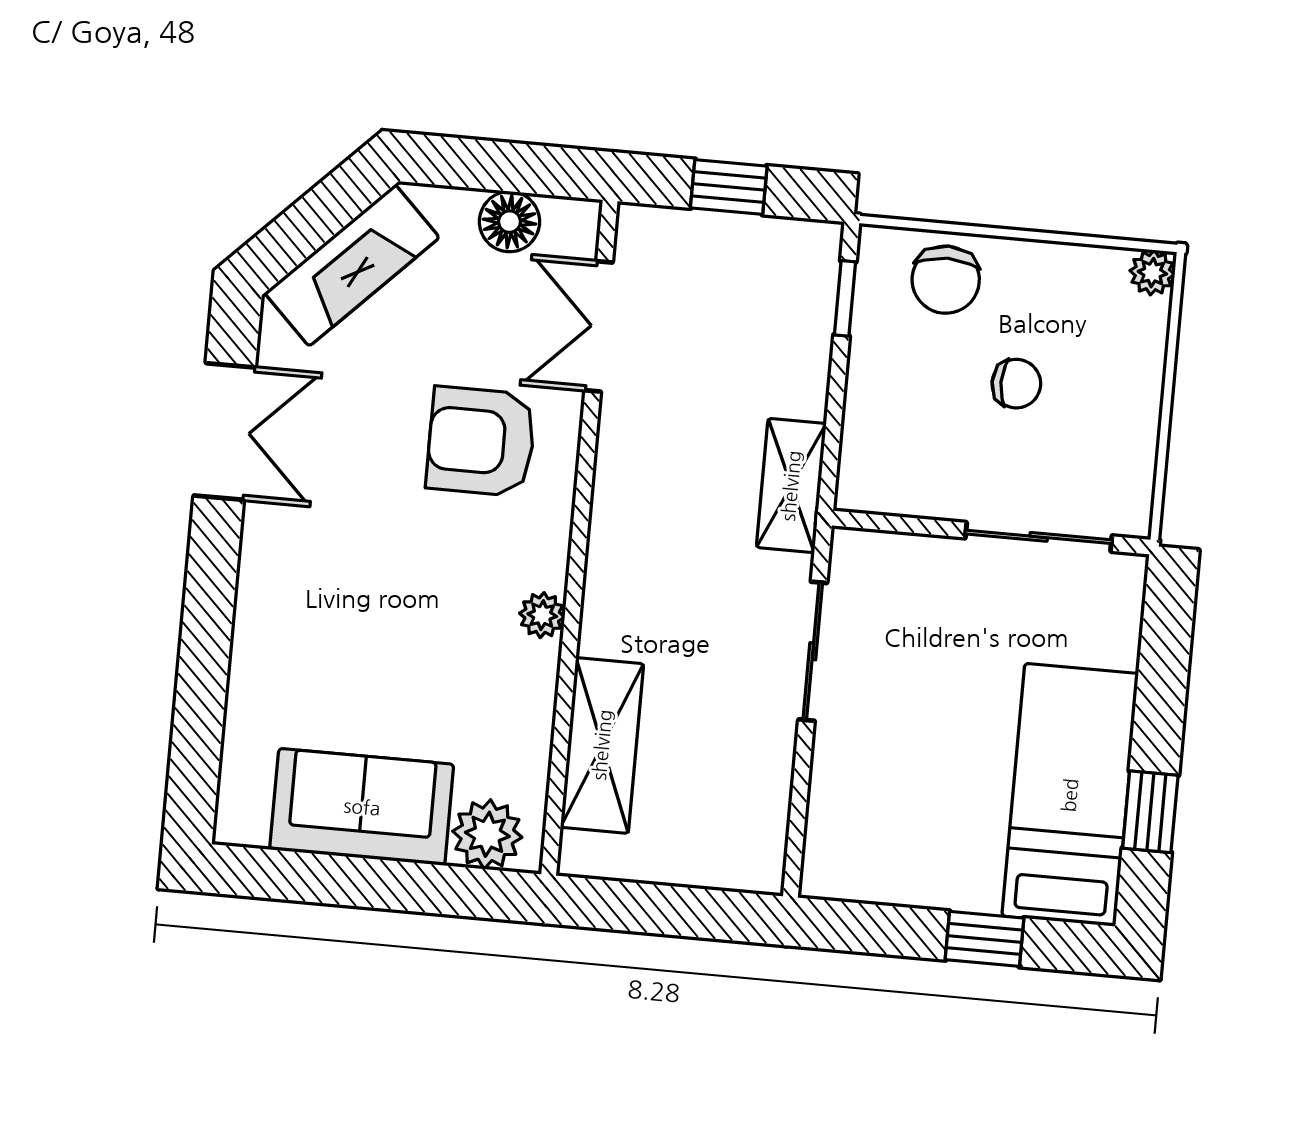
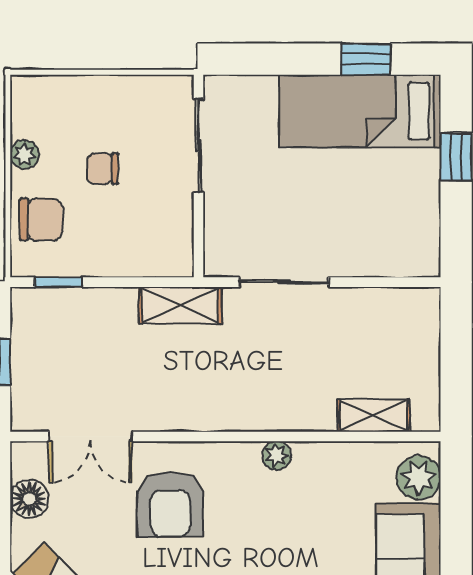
plant: (1152, 273) -> (25, 154), moved
chair: (1016, 384) -> (103, 169), turned -90
shelving: (602, 745) -> (374, 416), width x0.67, depth x0.75

